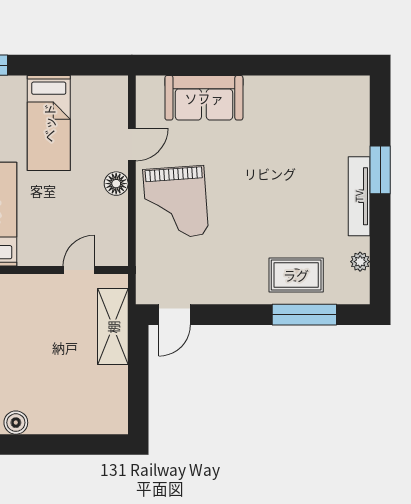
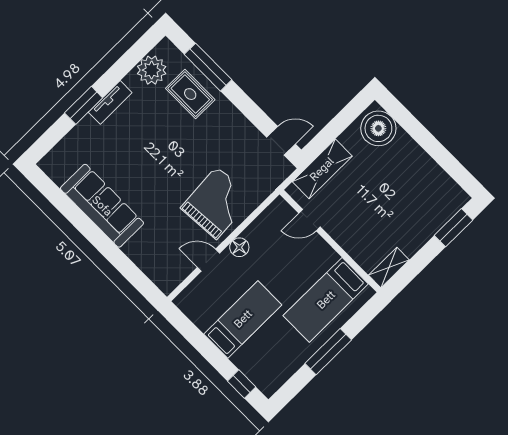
sofa: (204, 98) -> (102, 206), moved, width x1.36
tv unit: (359, 196) -> (110, 102), width x0.71
plant: (360, 262) -> (152, 70), width x1.88, depth x1.88
boiler: (16, 423) -> (378, 128), moved, width x1.86, depth x1.86

